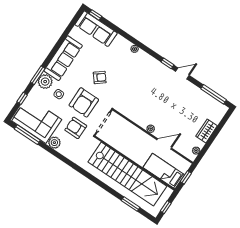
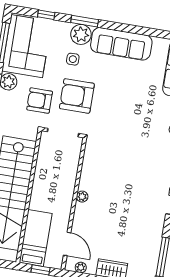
armchair: (100, 77) -> (118, 102), removed
armchair: (76, 128) -> (40, 101), turned -90
door: (164, 144) -> (67, 244), moved

